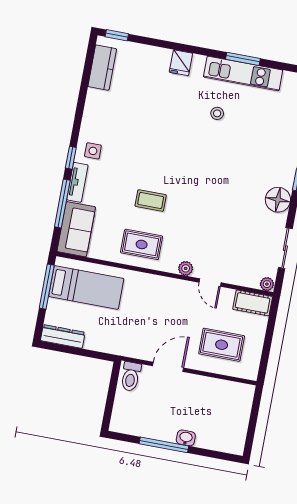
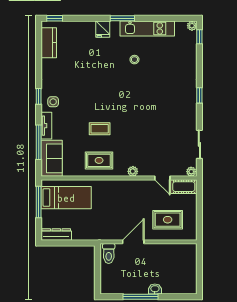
window: (243, 59) -> (122, 18), moved
window: (71, 158) -> (39, 96), moved
floor lamp: (278, 200) -> (188, 112), removed
door: (210, 283) -> (162, 178), moved

